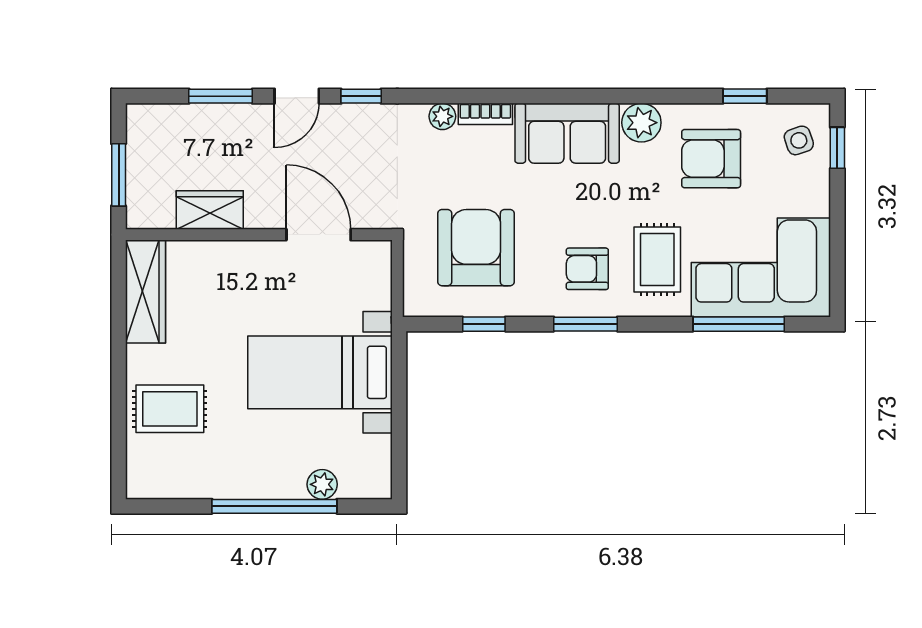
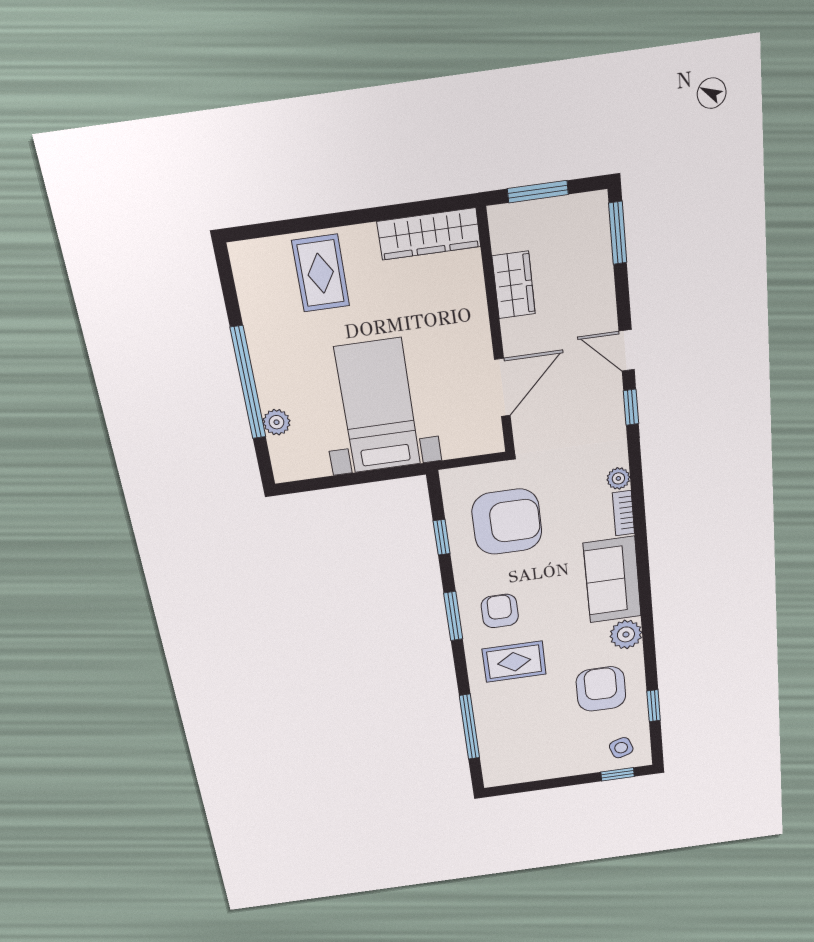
window: (221, 96) -> (618, 233), moved
corner sofa: (761, 267) -> (517, 736), removed

